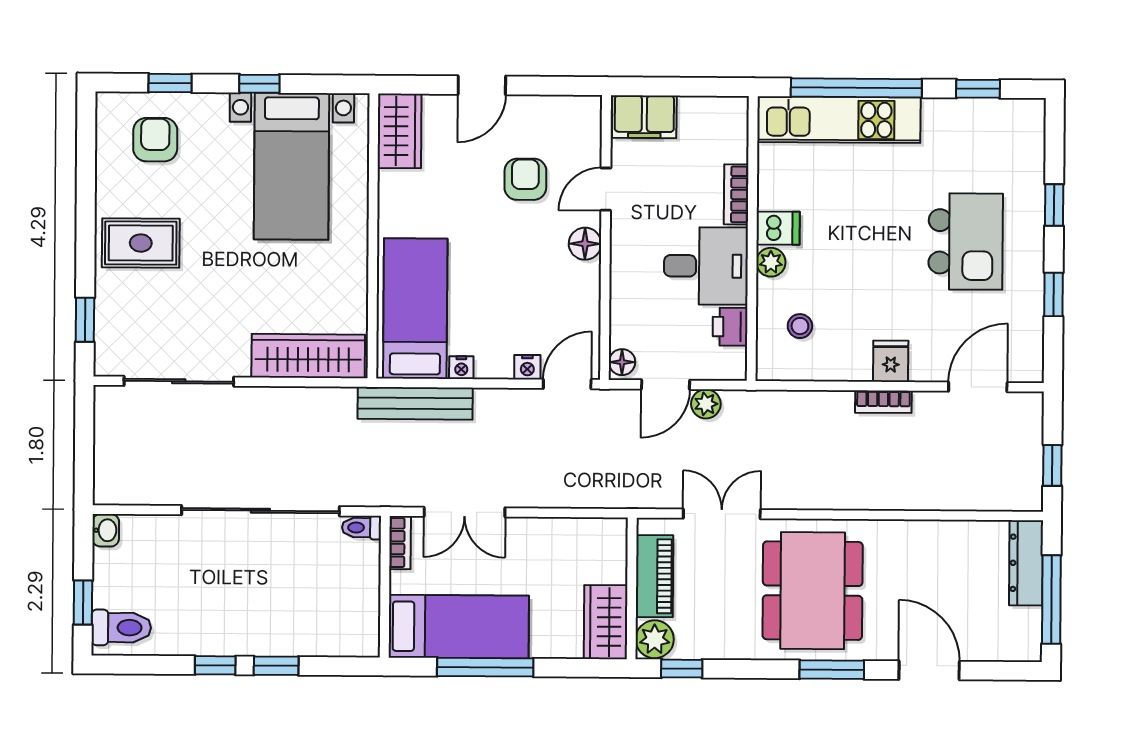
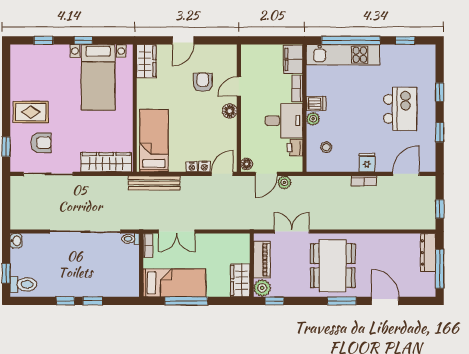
filing cabinet: (644, 117) -> (293, 59), moved, turned 90
armchair: (155, 140) -> (41, 143), moved, turned 90
nightstand: (461, 368) -> (192, 167), moved

